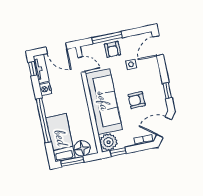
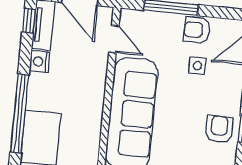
armchair: (113, 49) -> (197, 30), moved, turned 90
armchair: (137, 100) -> (219, 129), moved, turned 90

